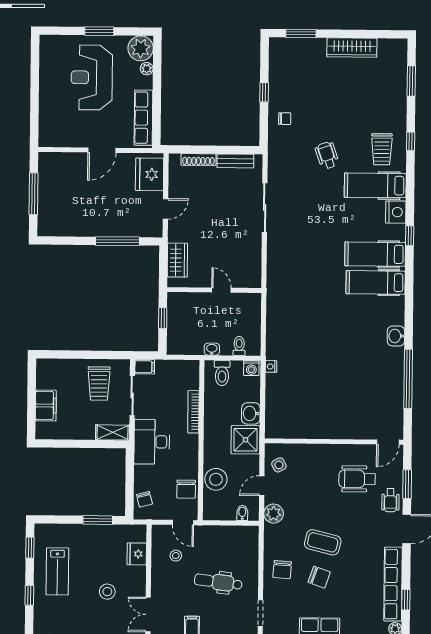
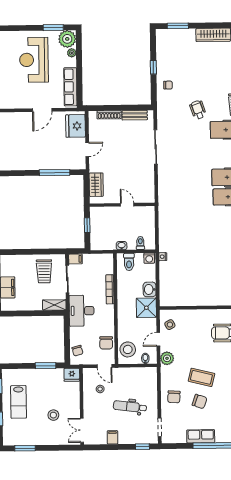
window: (99, 31) -> (53, 28), moved
stool: (216, 479) -> (128, 349), moved
fridge: (137, 554) -> (72, 375), moved, turned -90

